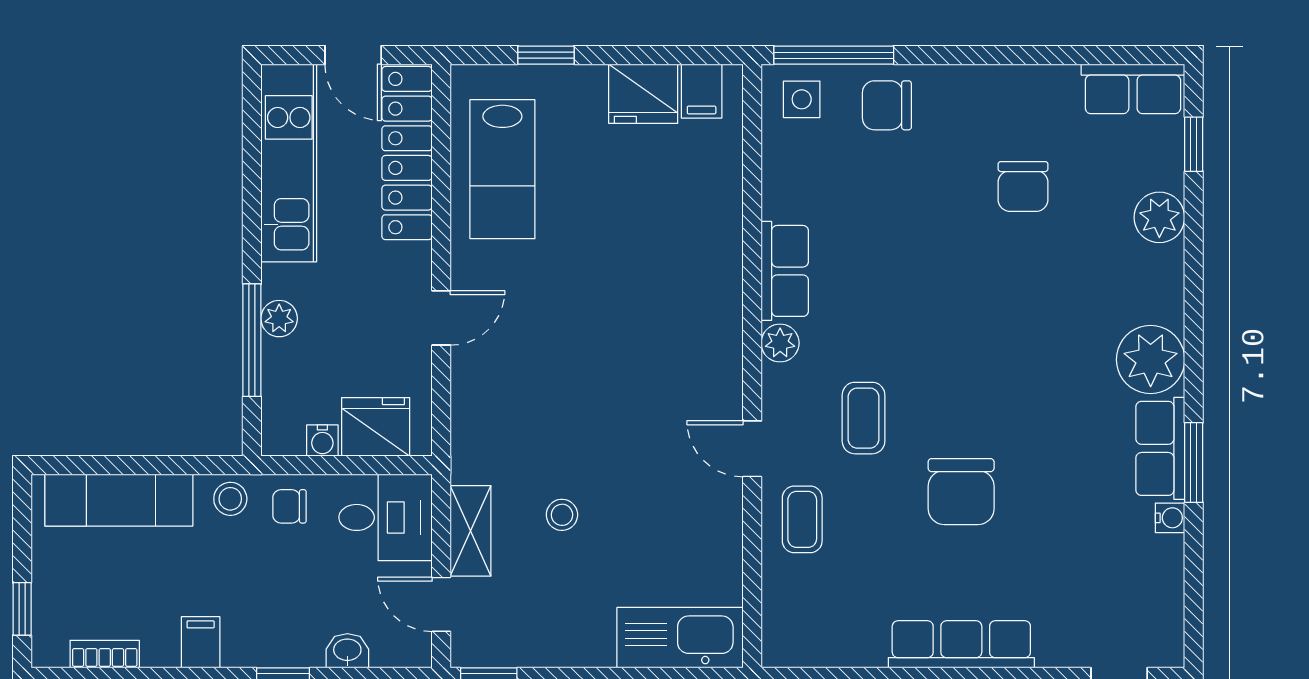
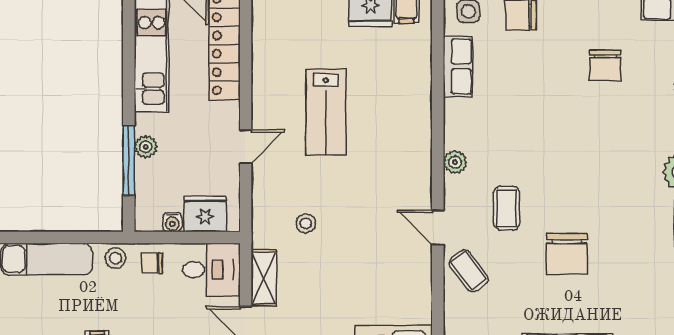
lab bench: (502, 169) -> (326, 112), moved
row of seats: (785, 271) -> (458, 66), moved
stool: (562, 515) -> (306, 223), moved
coffee table: (802, 519) -> (469, 271), turned -37

